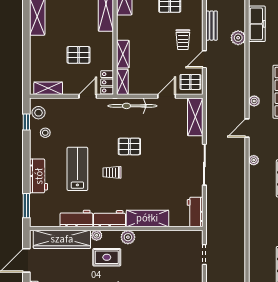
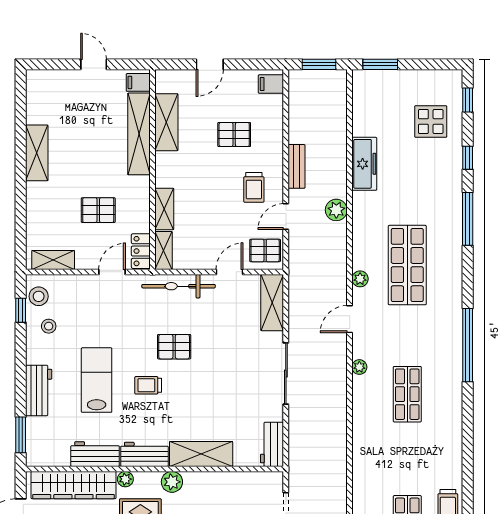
plant: (238, 38) -> (336, 210), moved

